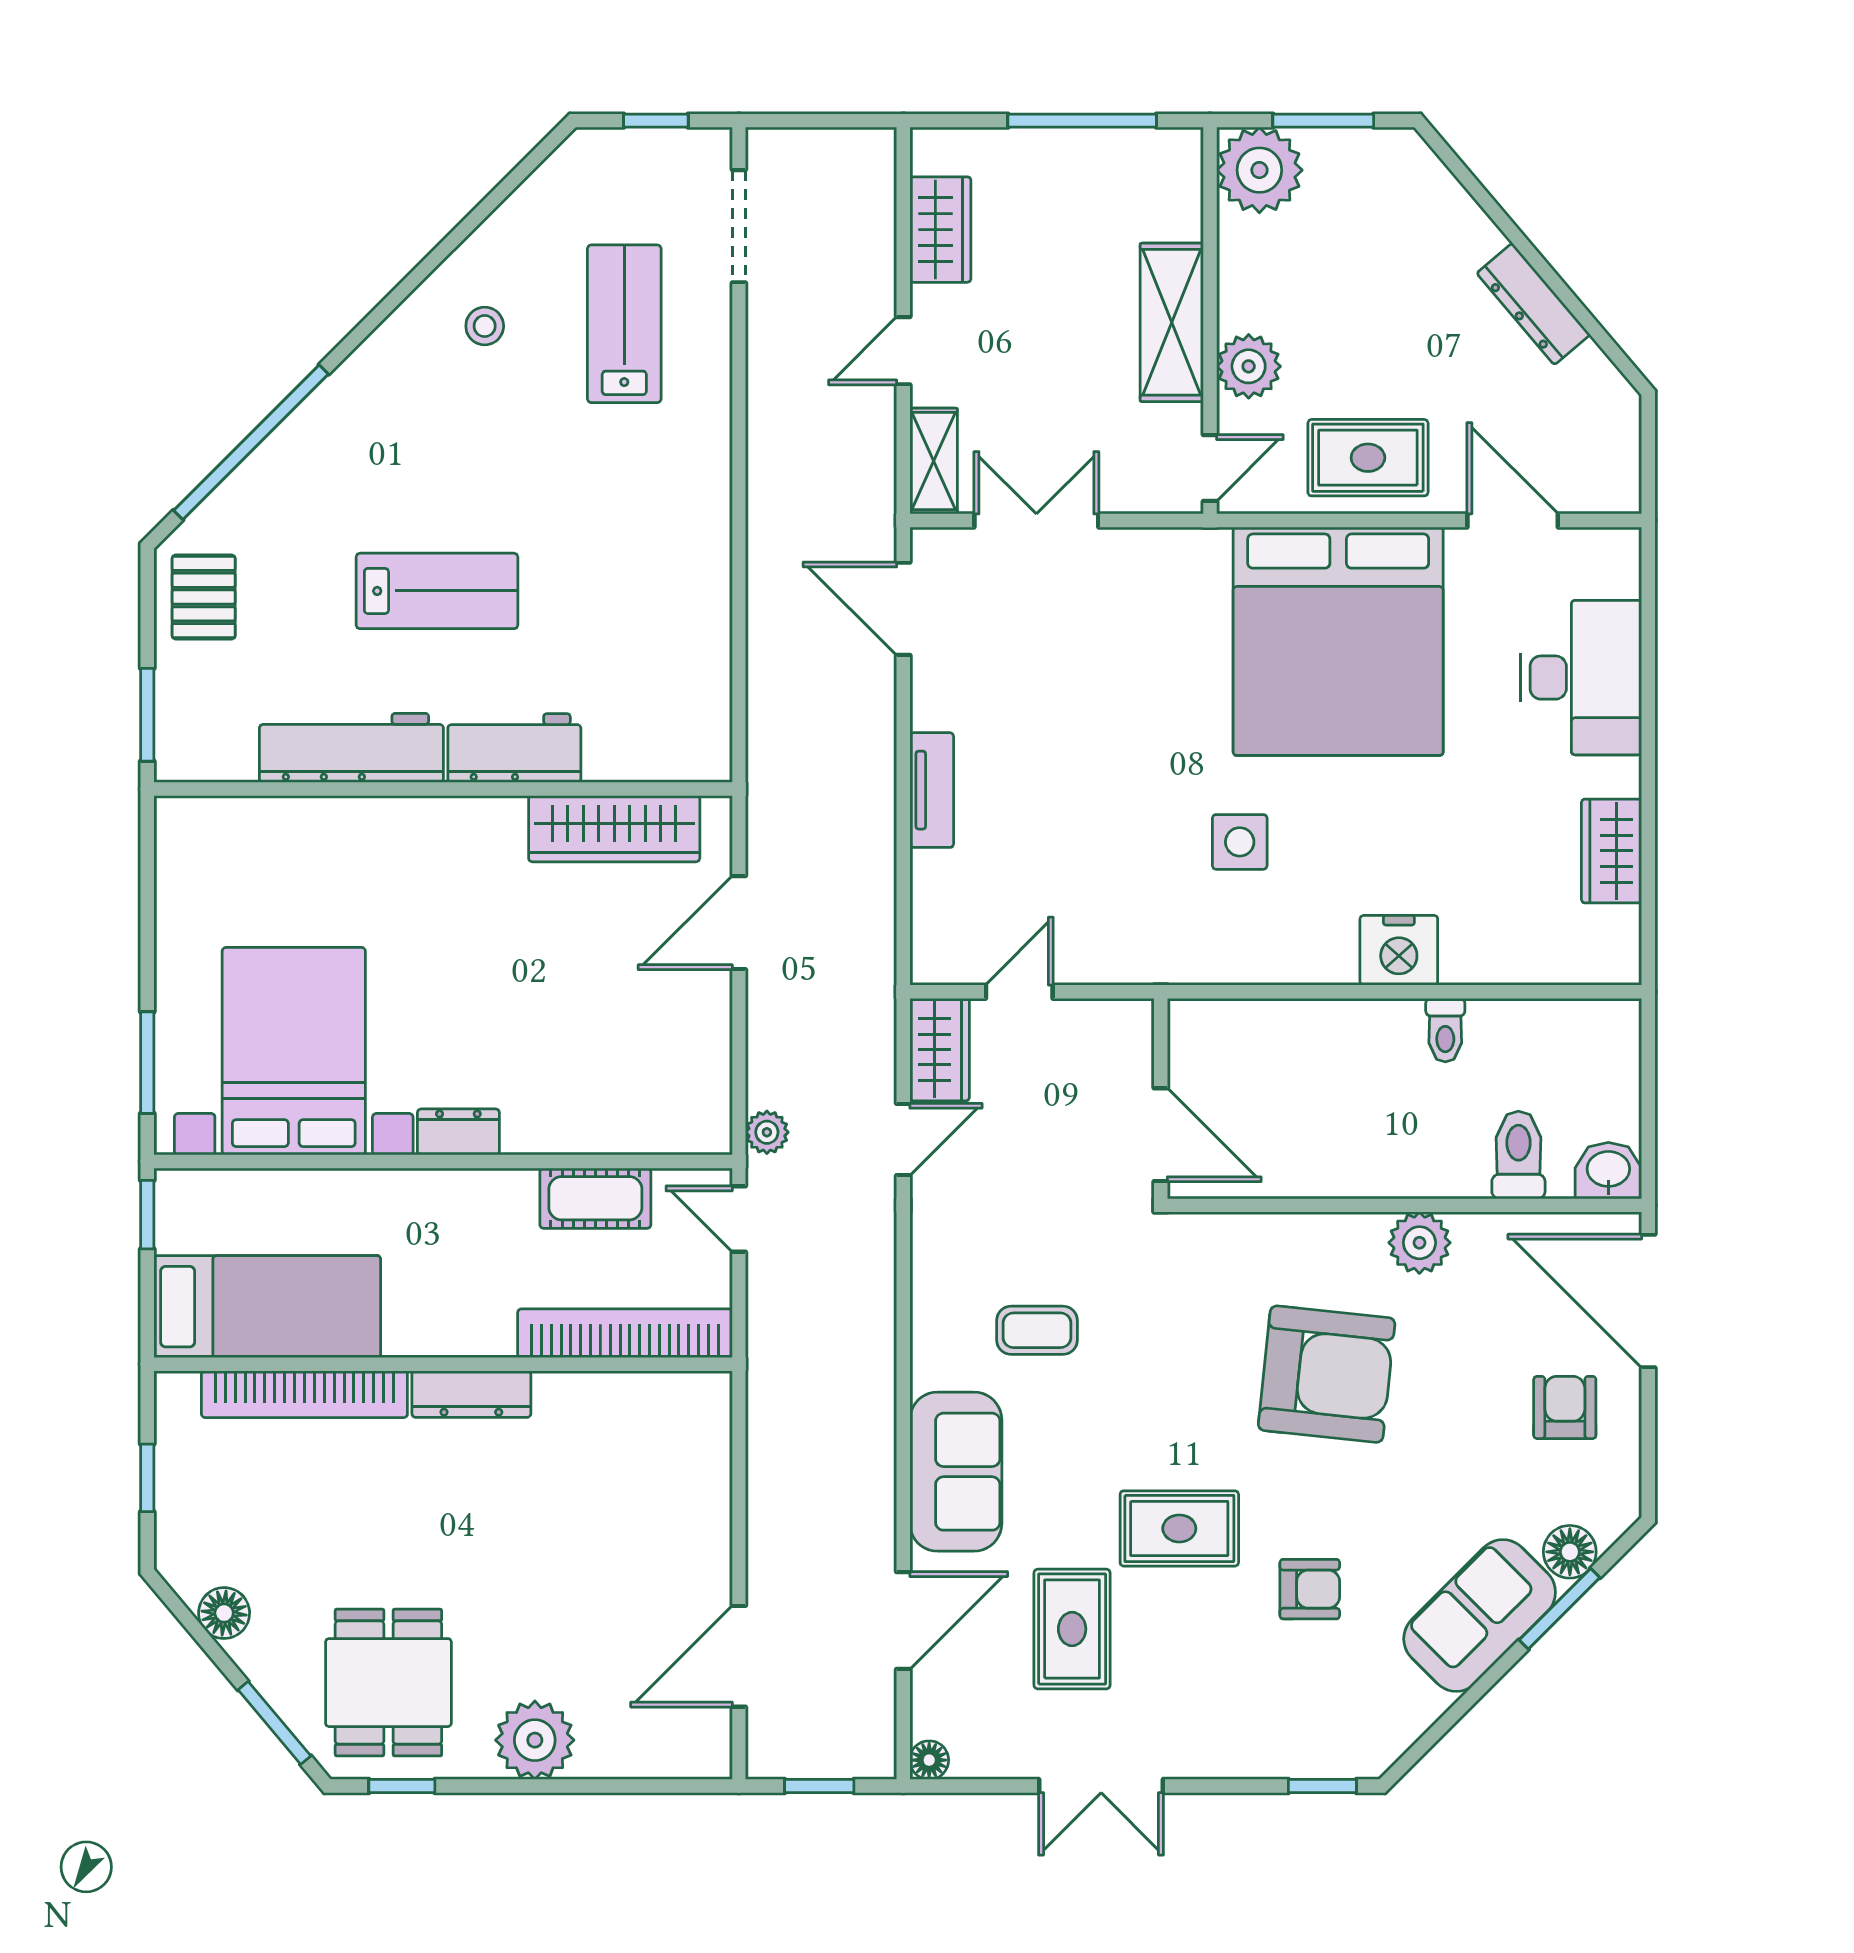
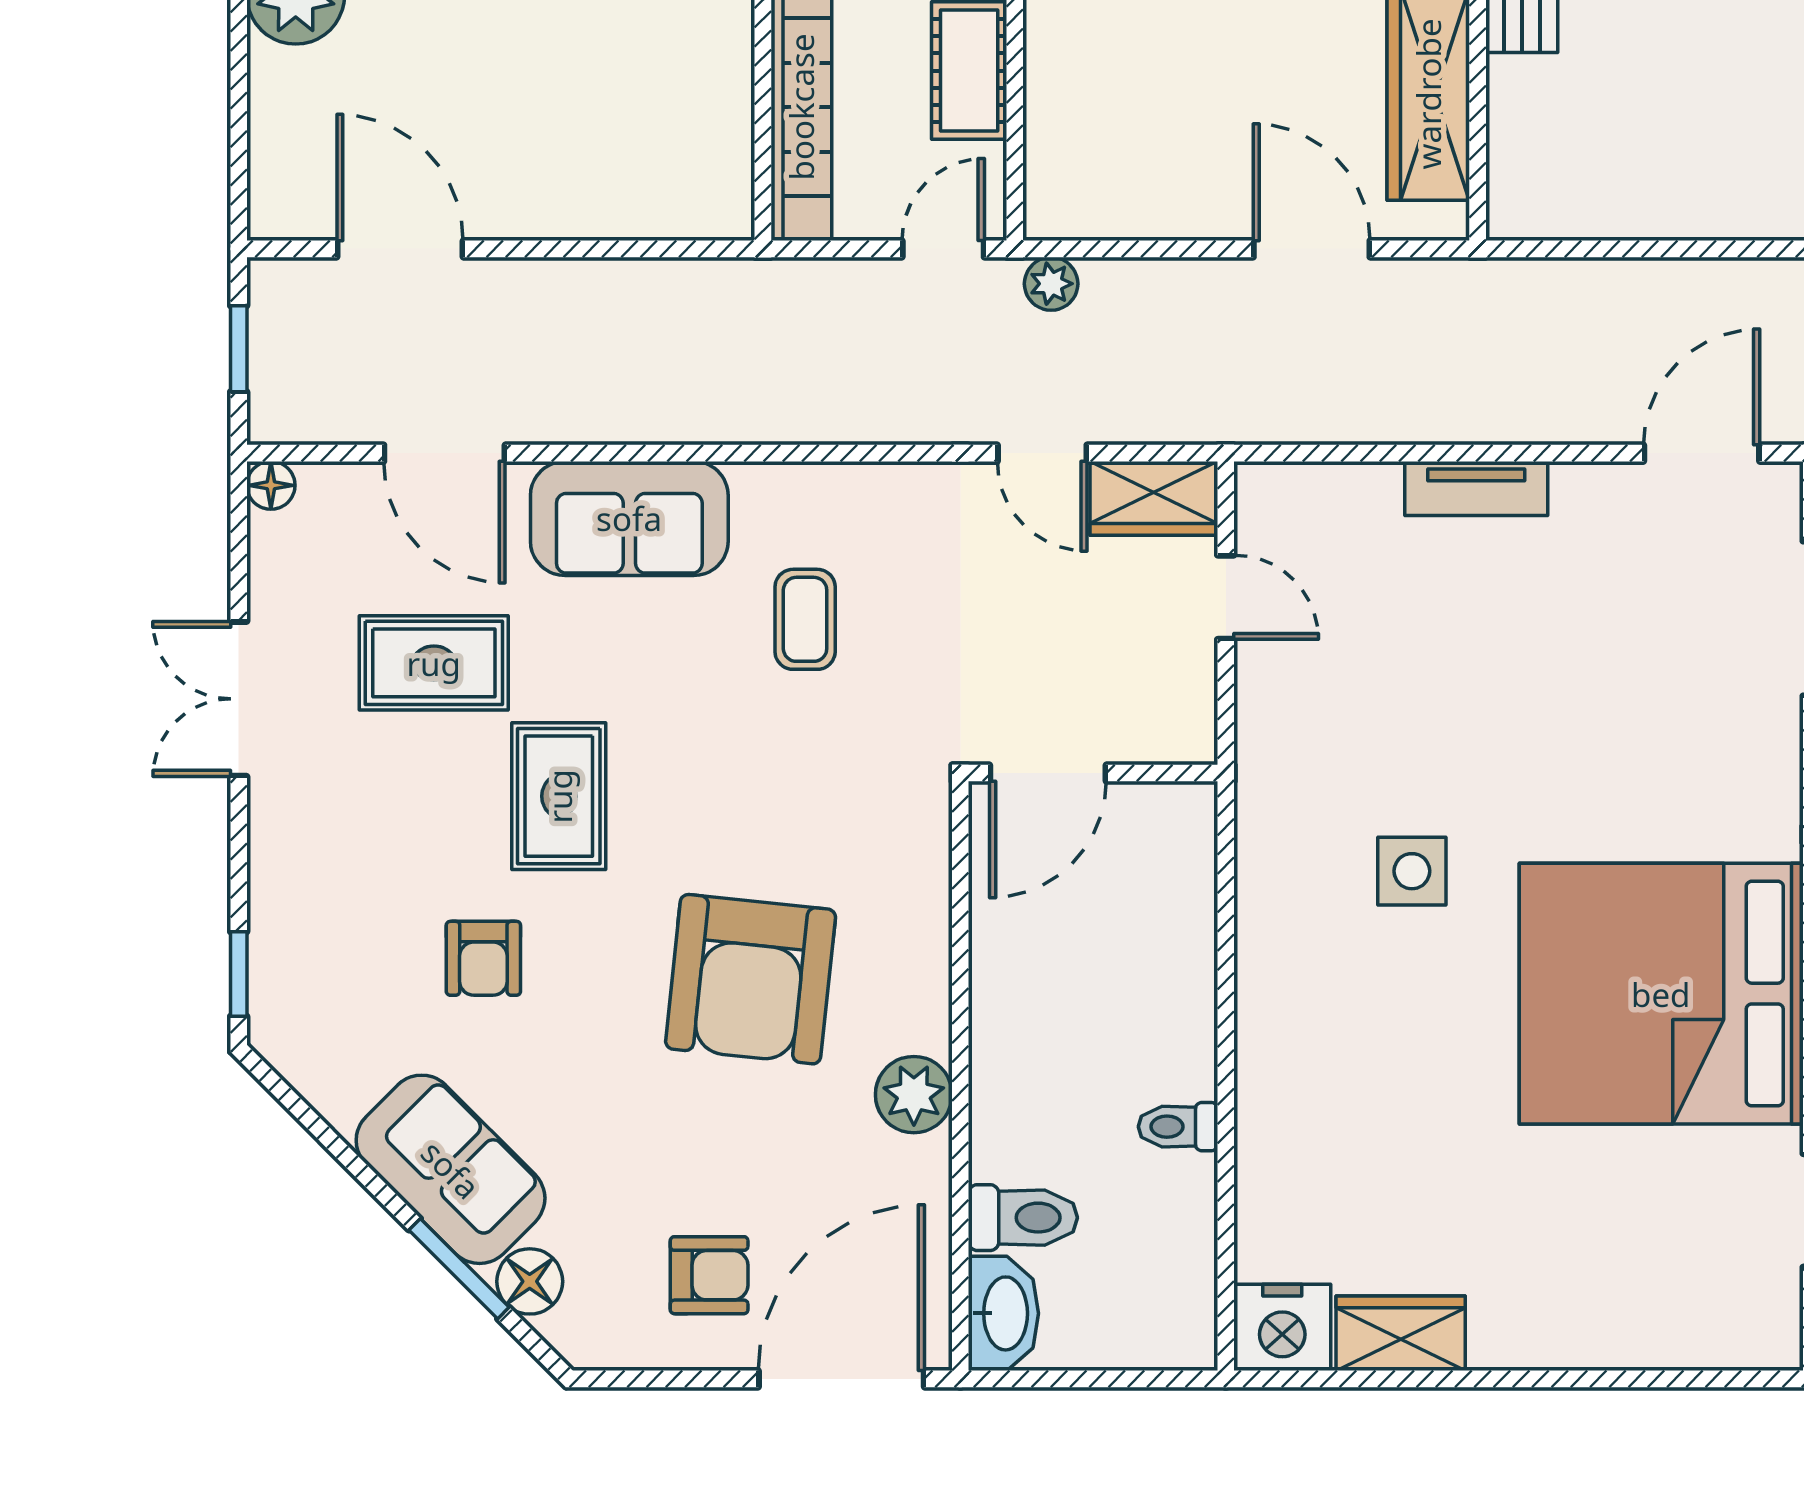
desk: (1581, 678) -> (1616, 1295), removed
nightstand: (1399, 950) -> (1282, 1327), moved, turned -90
washbasin: (1608, 1171) -> (1003, 1313), width x1.38

